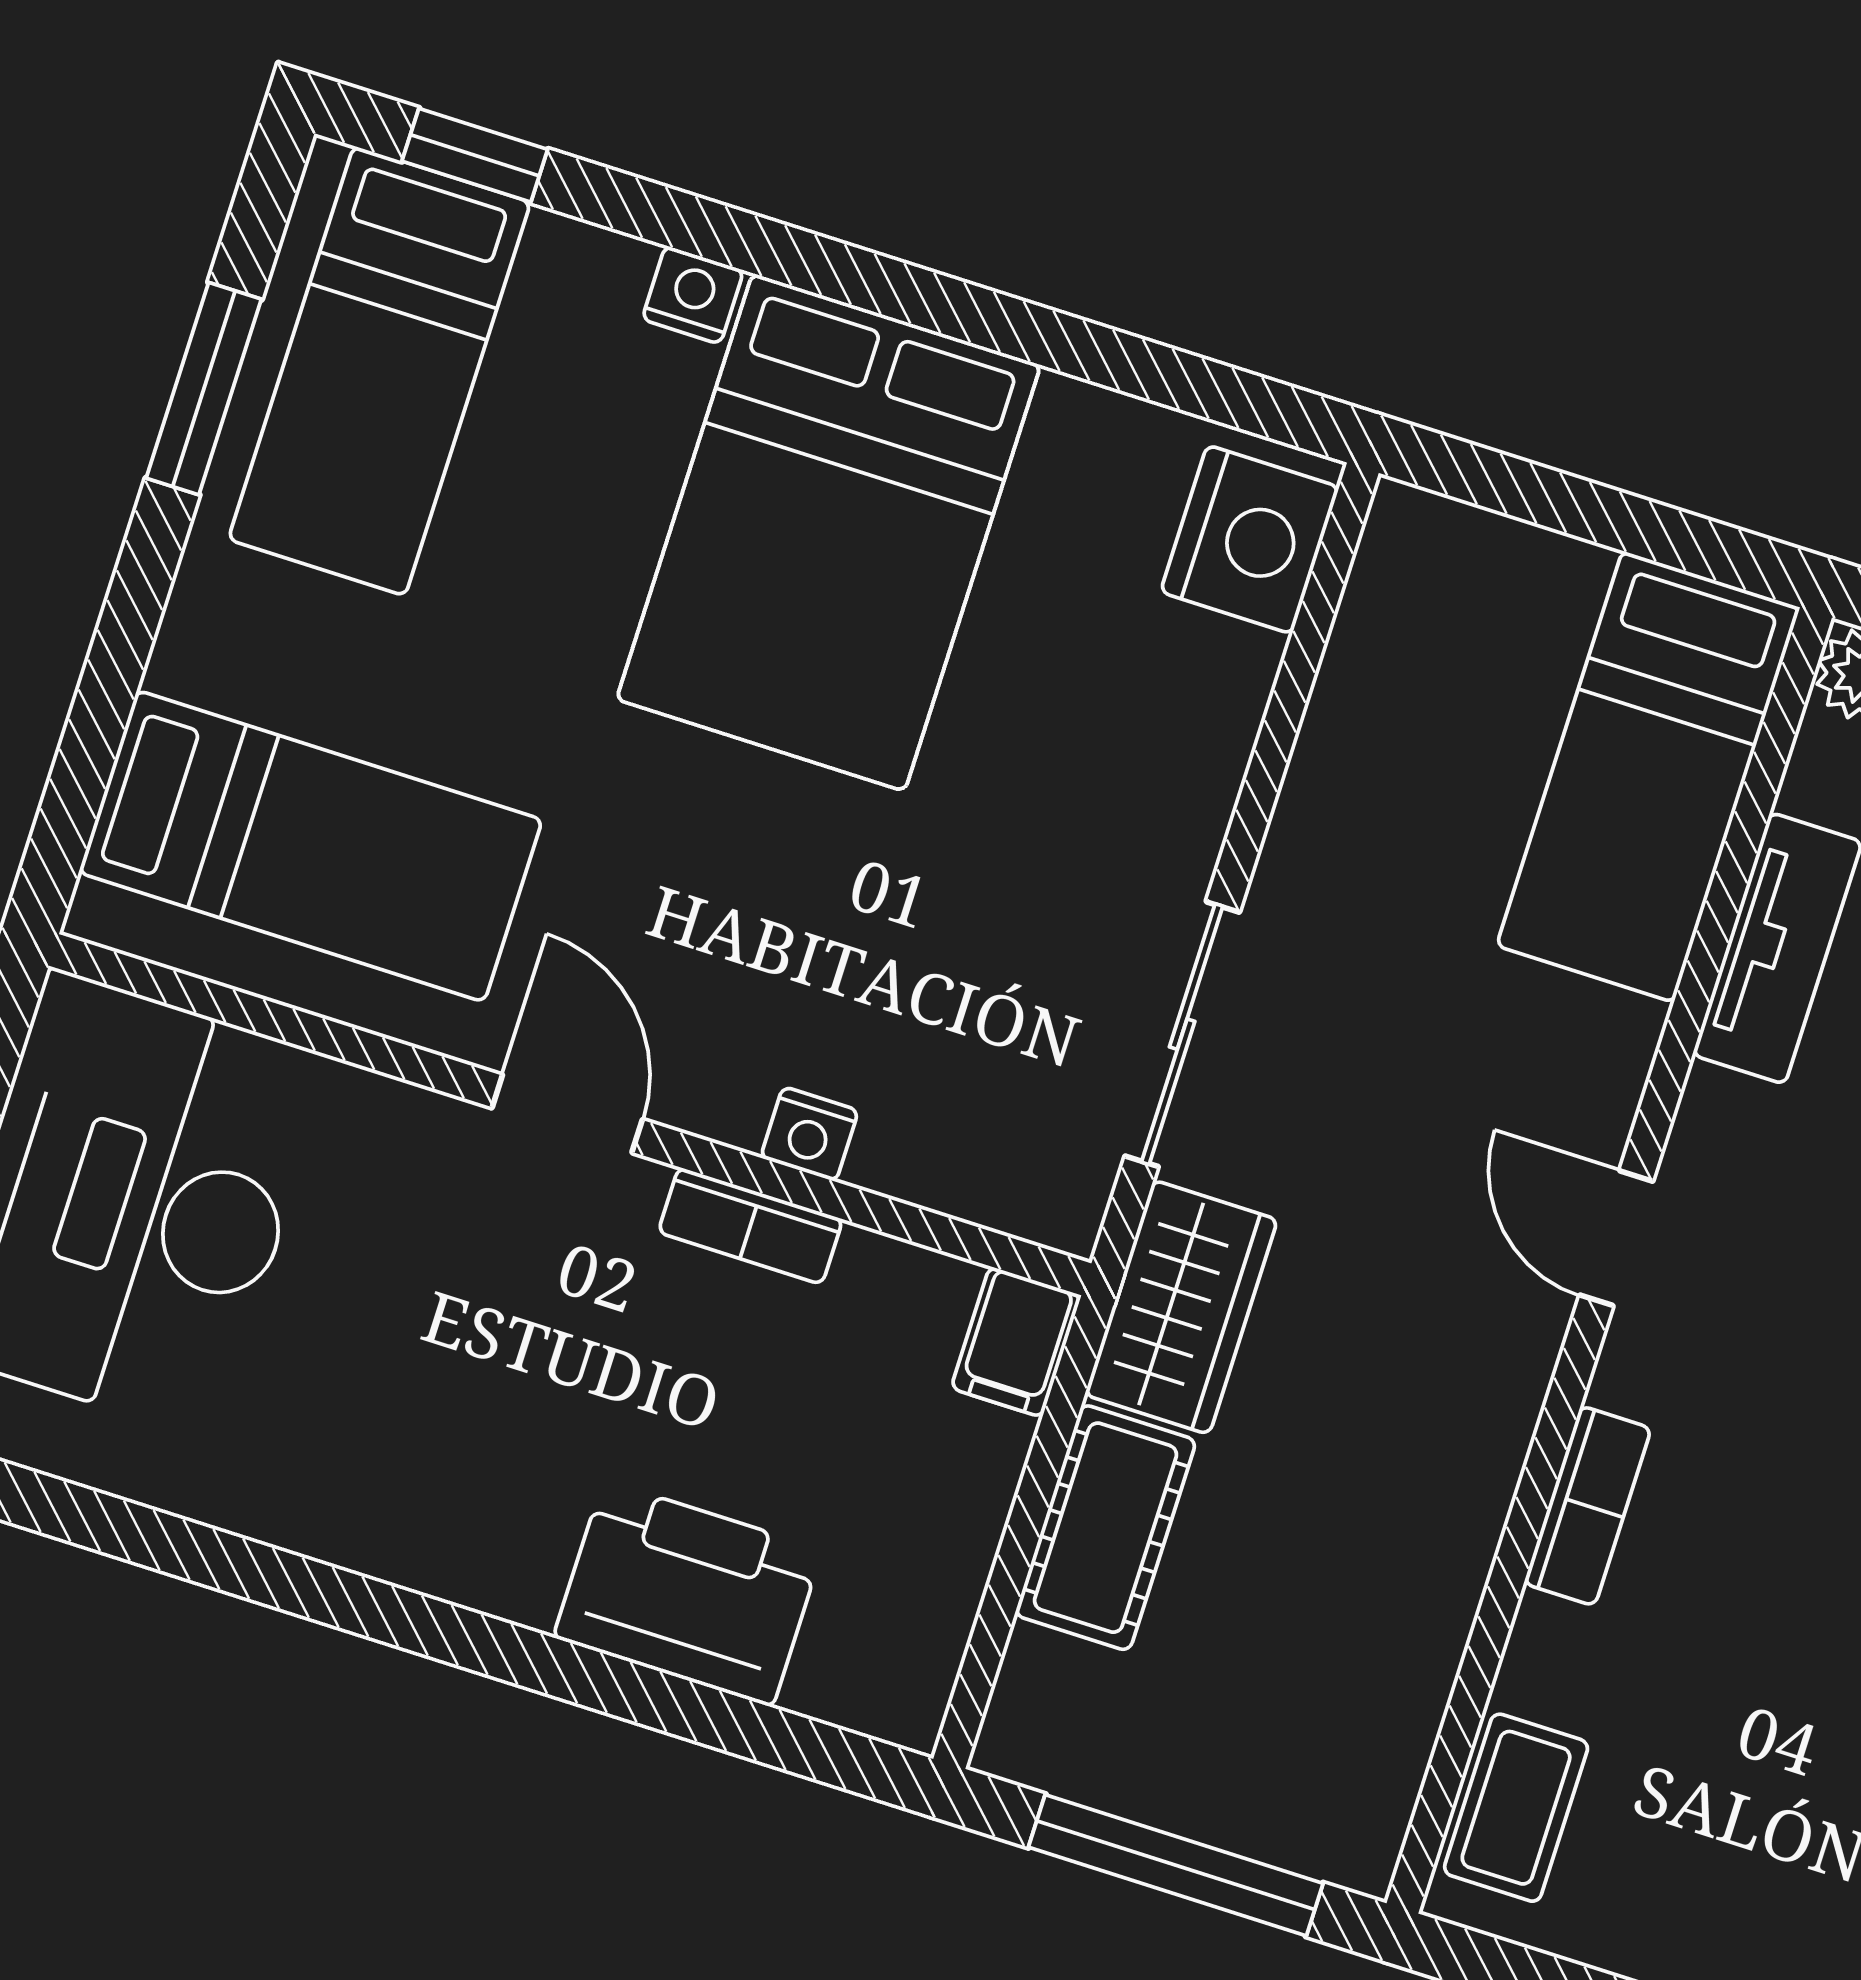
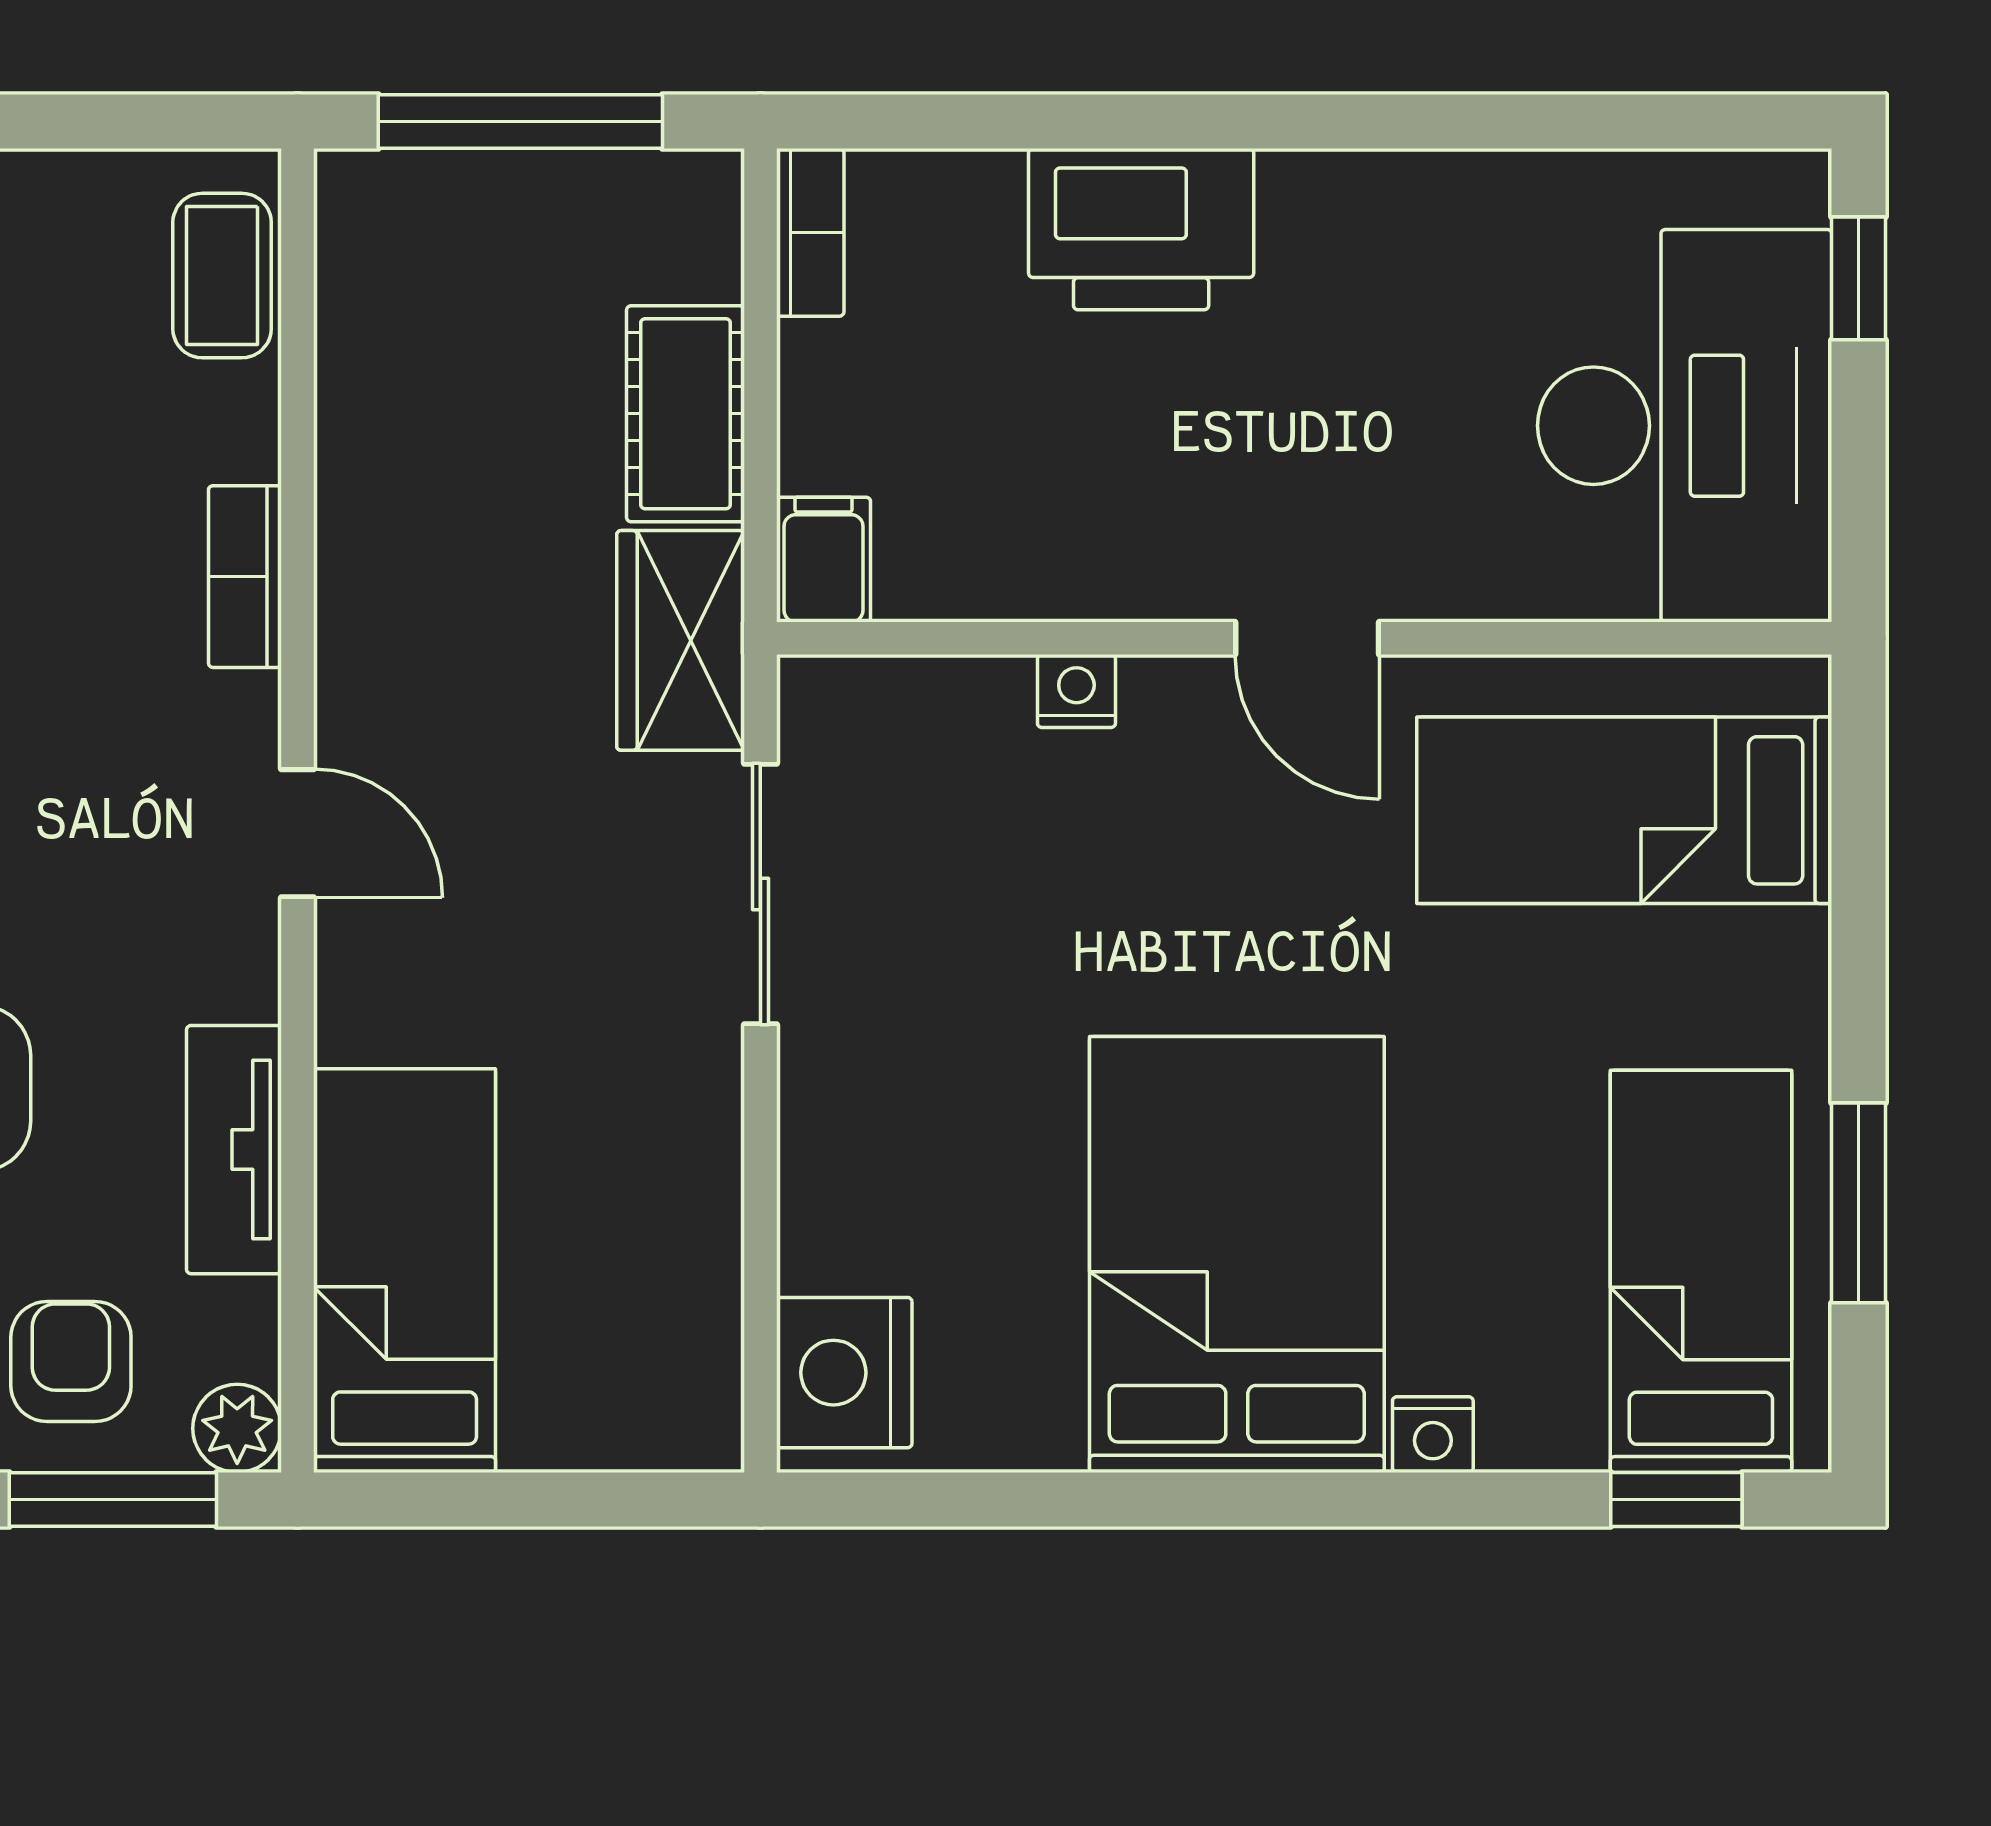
bookcase: (750, 1226) -> (810, 232), moved, turned 90
printer: (688, 1593) -> (1141, 229), moved

